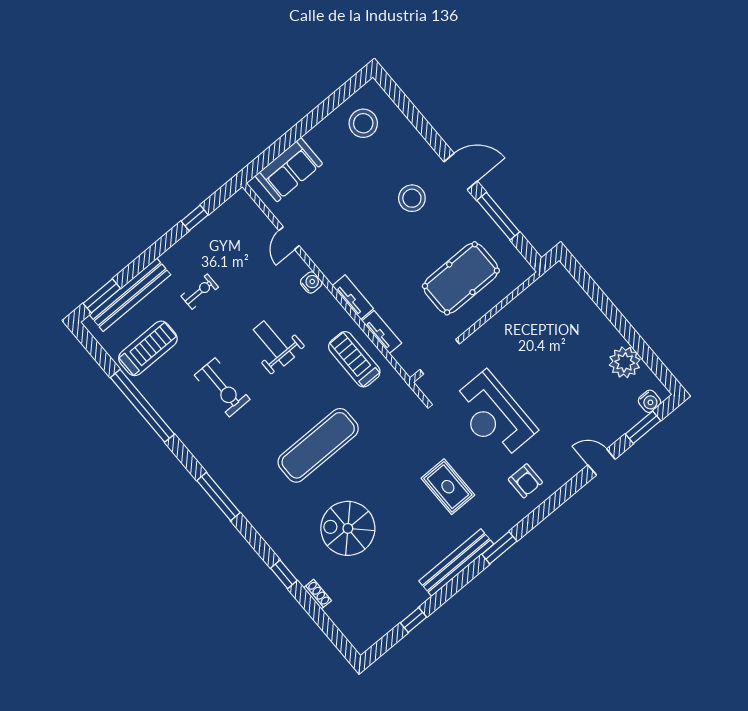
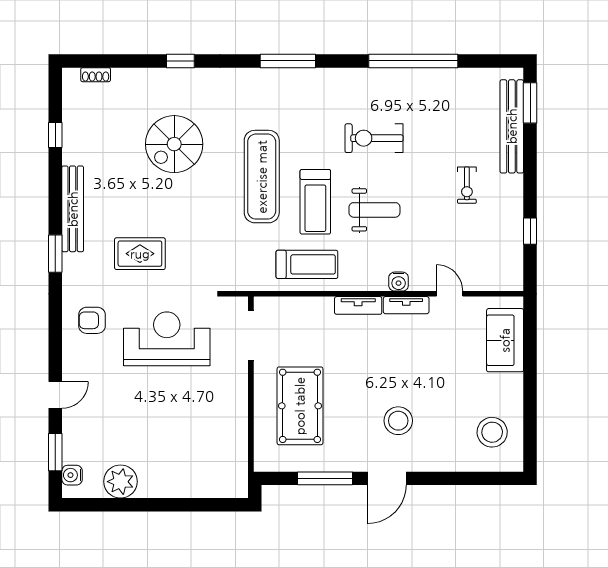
tv unit: (382, 332) -> (406, 305), moved
treadmill: (148, 348) -> (315, 202), moved
spiral stairs: (348, 528) -> (174, 144), turned 180
shoe rack: (317, 594) -> (96, 75), moved

